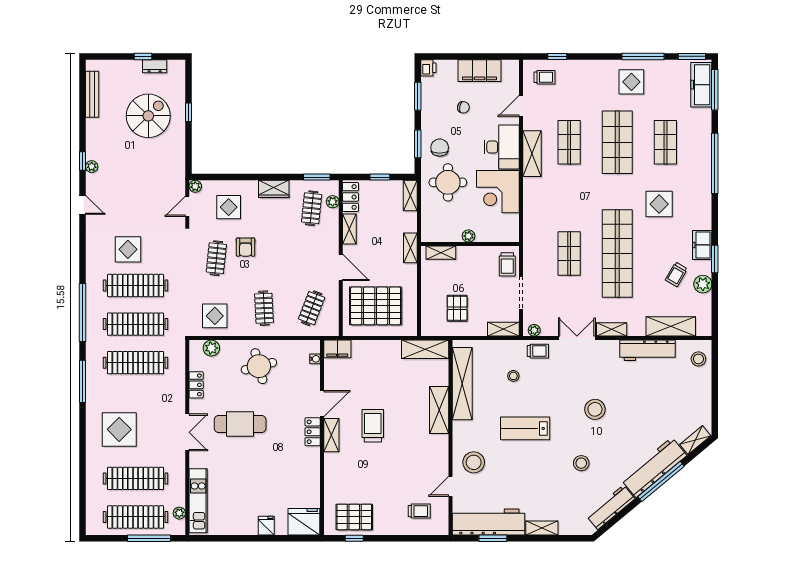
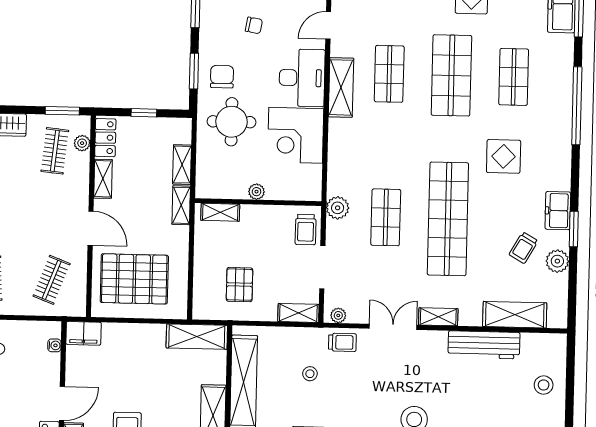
shelving: (410, 195) -> (182, 165), moved
plant: (532, 247) -> (338, 208), added
stool: (698, 359) -> (544, 385), moved

